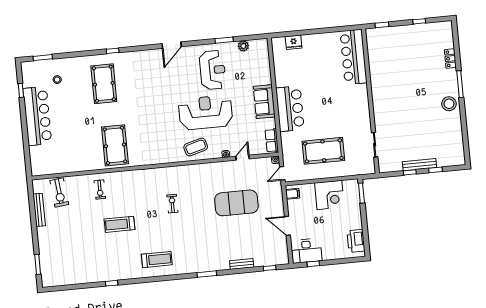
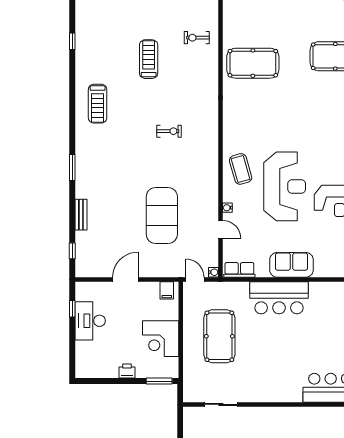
printer: (356, 241) -> (127, 371), moved, width x0.53, depth x0.68
desk: (307, 251) -> (90, 321), moved

